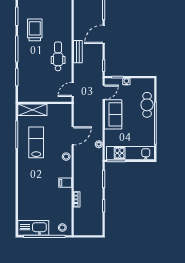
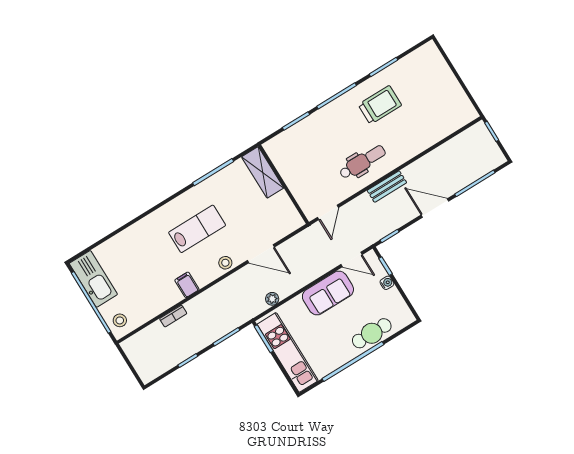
door: (73, 89) -> (328, 212), swing flipped
lab bench: (36, 142) -> (197, 229), moved

